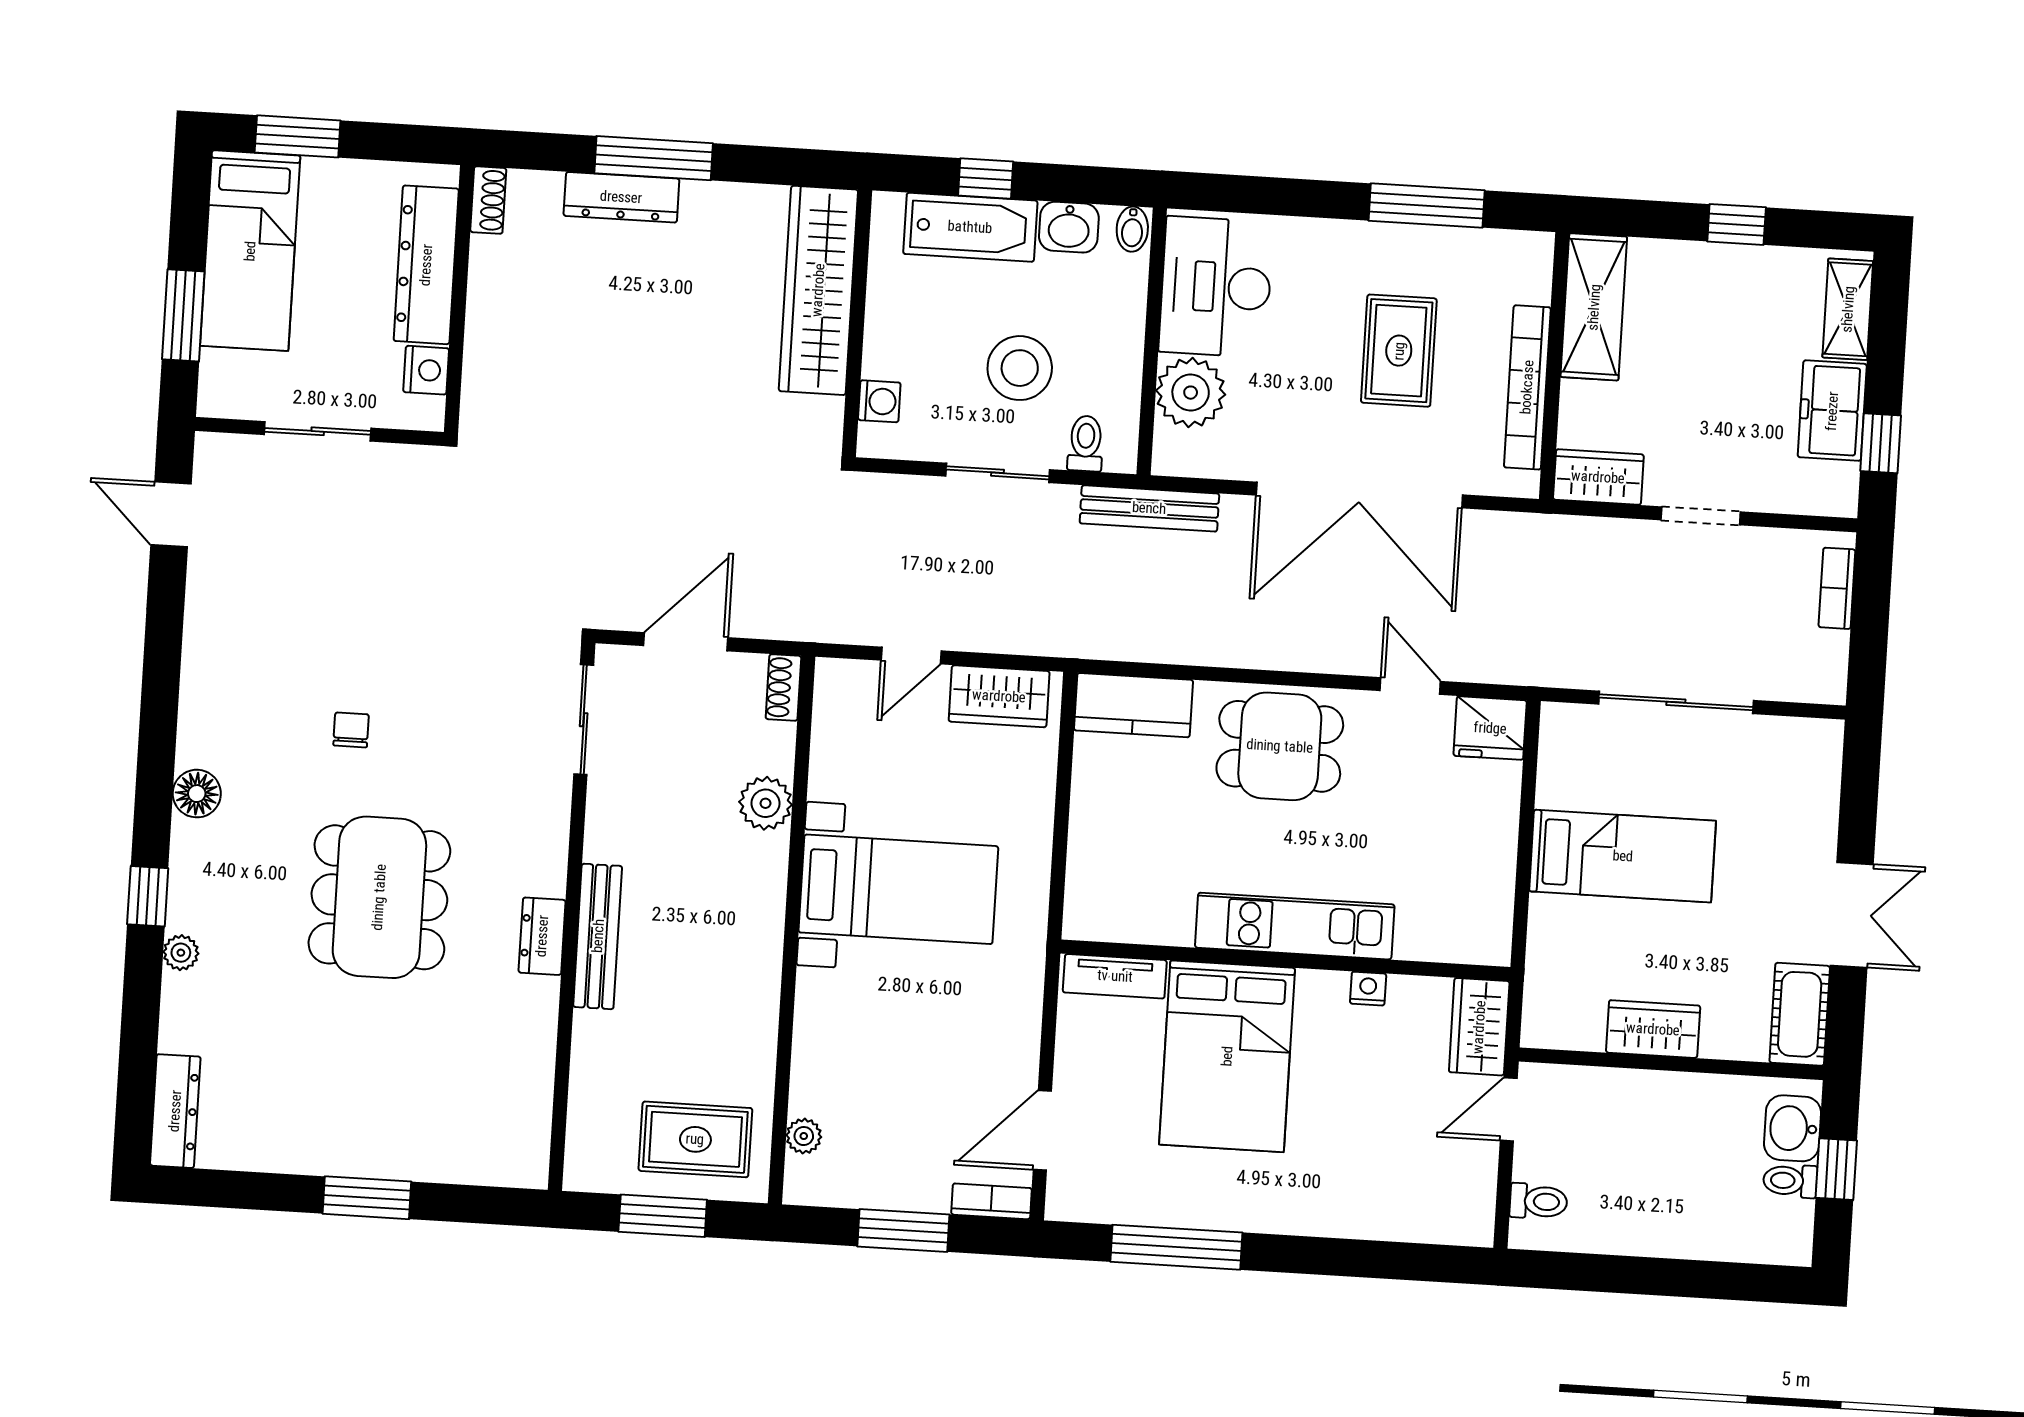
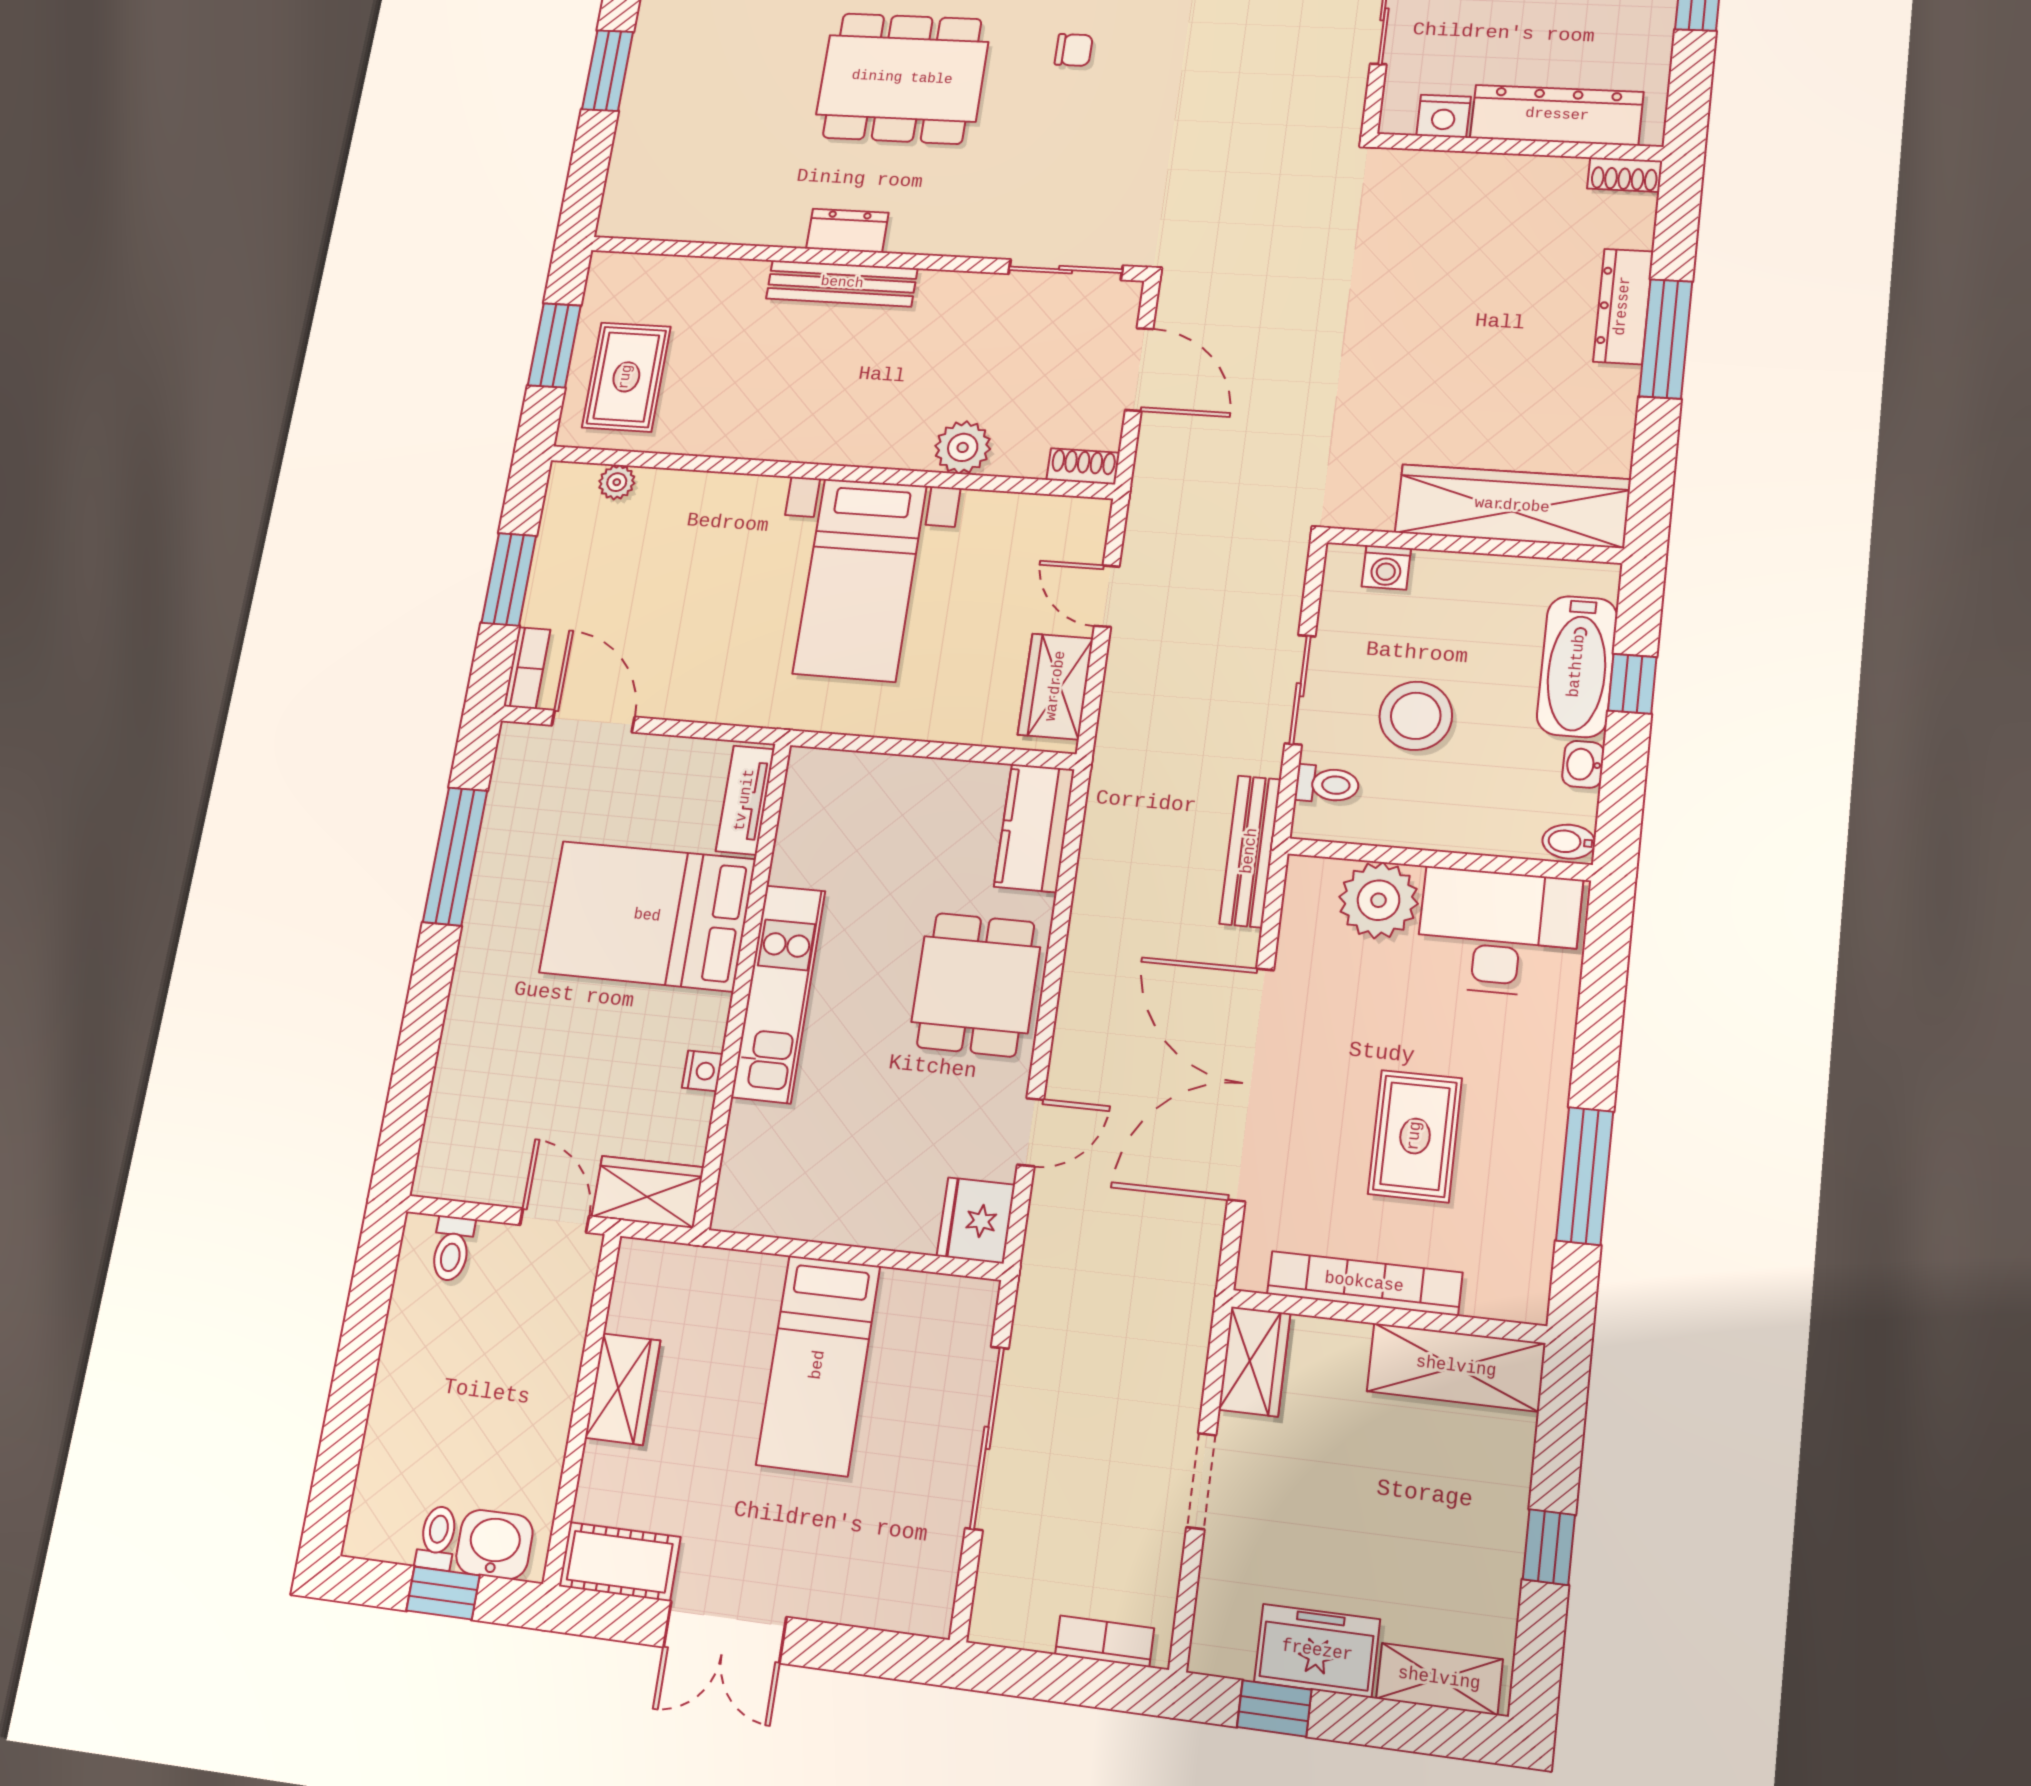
washbasin: (1069, 227) -> (1583, 764), width x0.72, depth x0.69
rug: (1399, 351) -> (1415, 1136), turned 90

